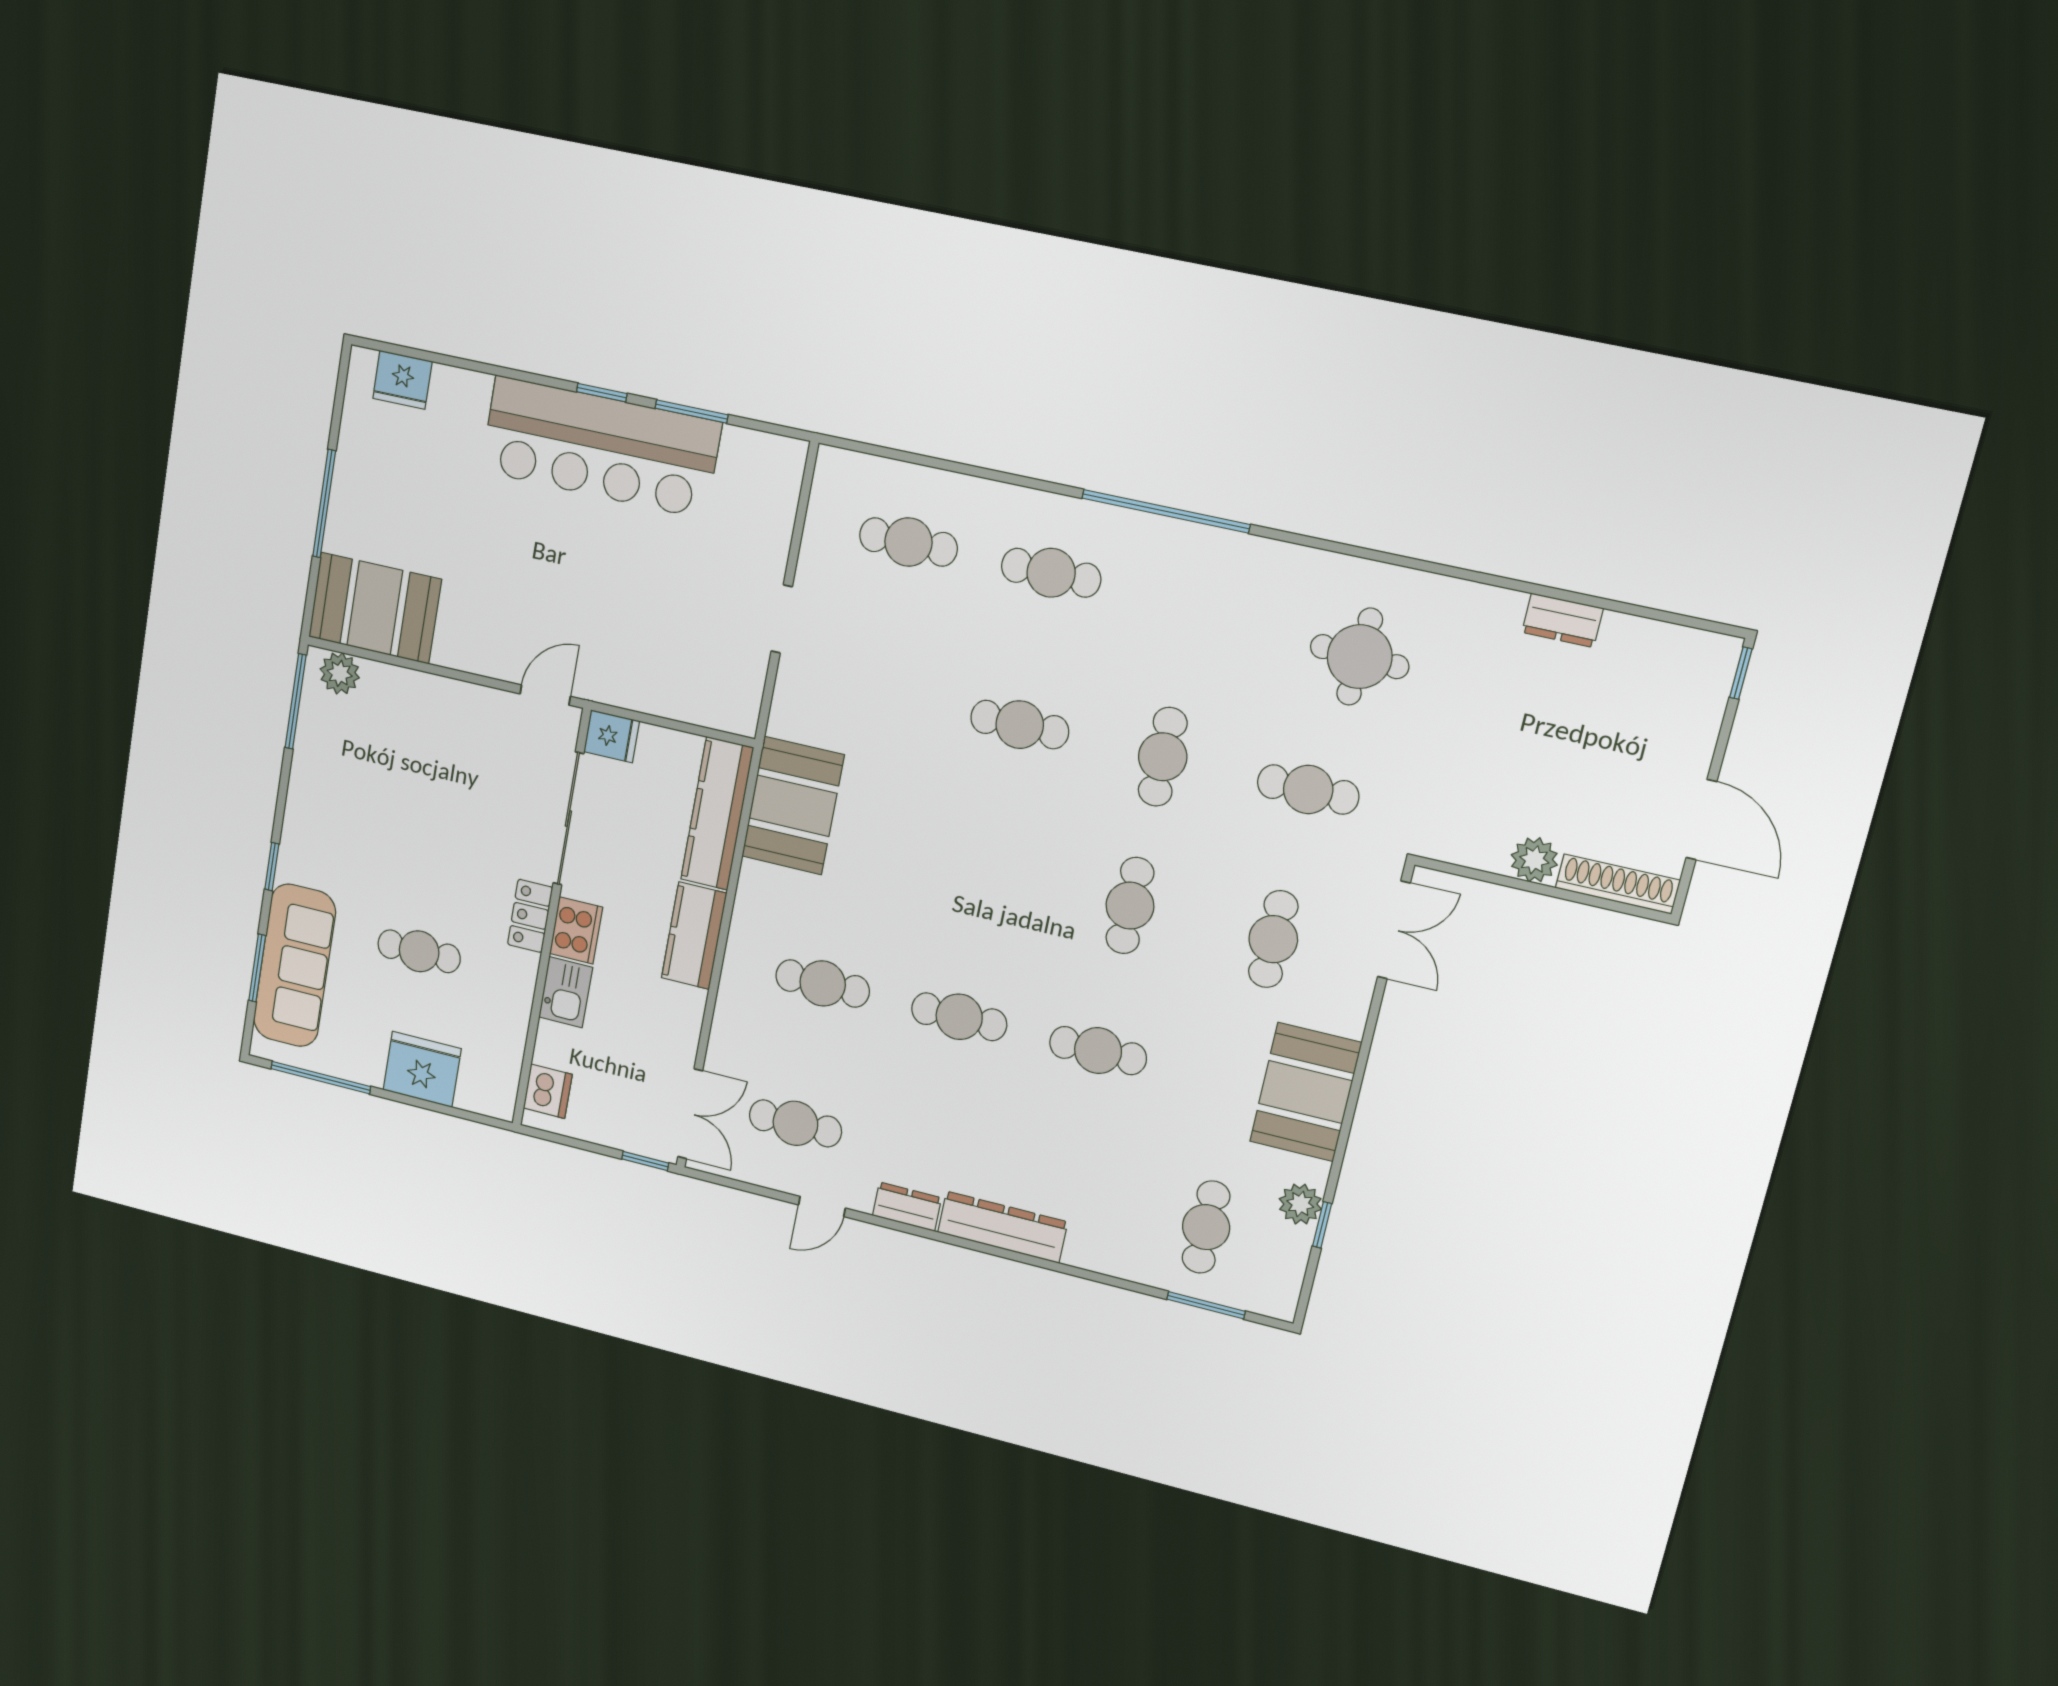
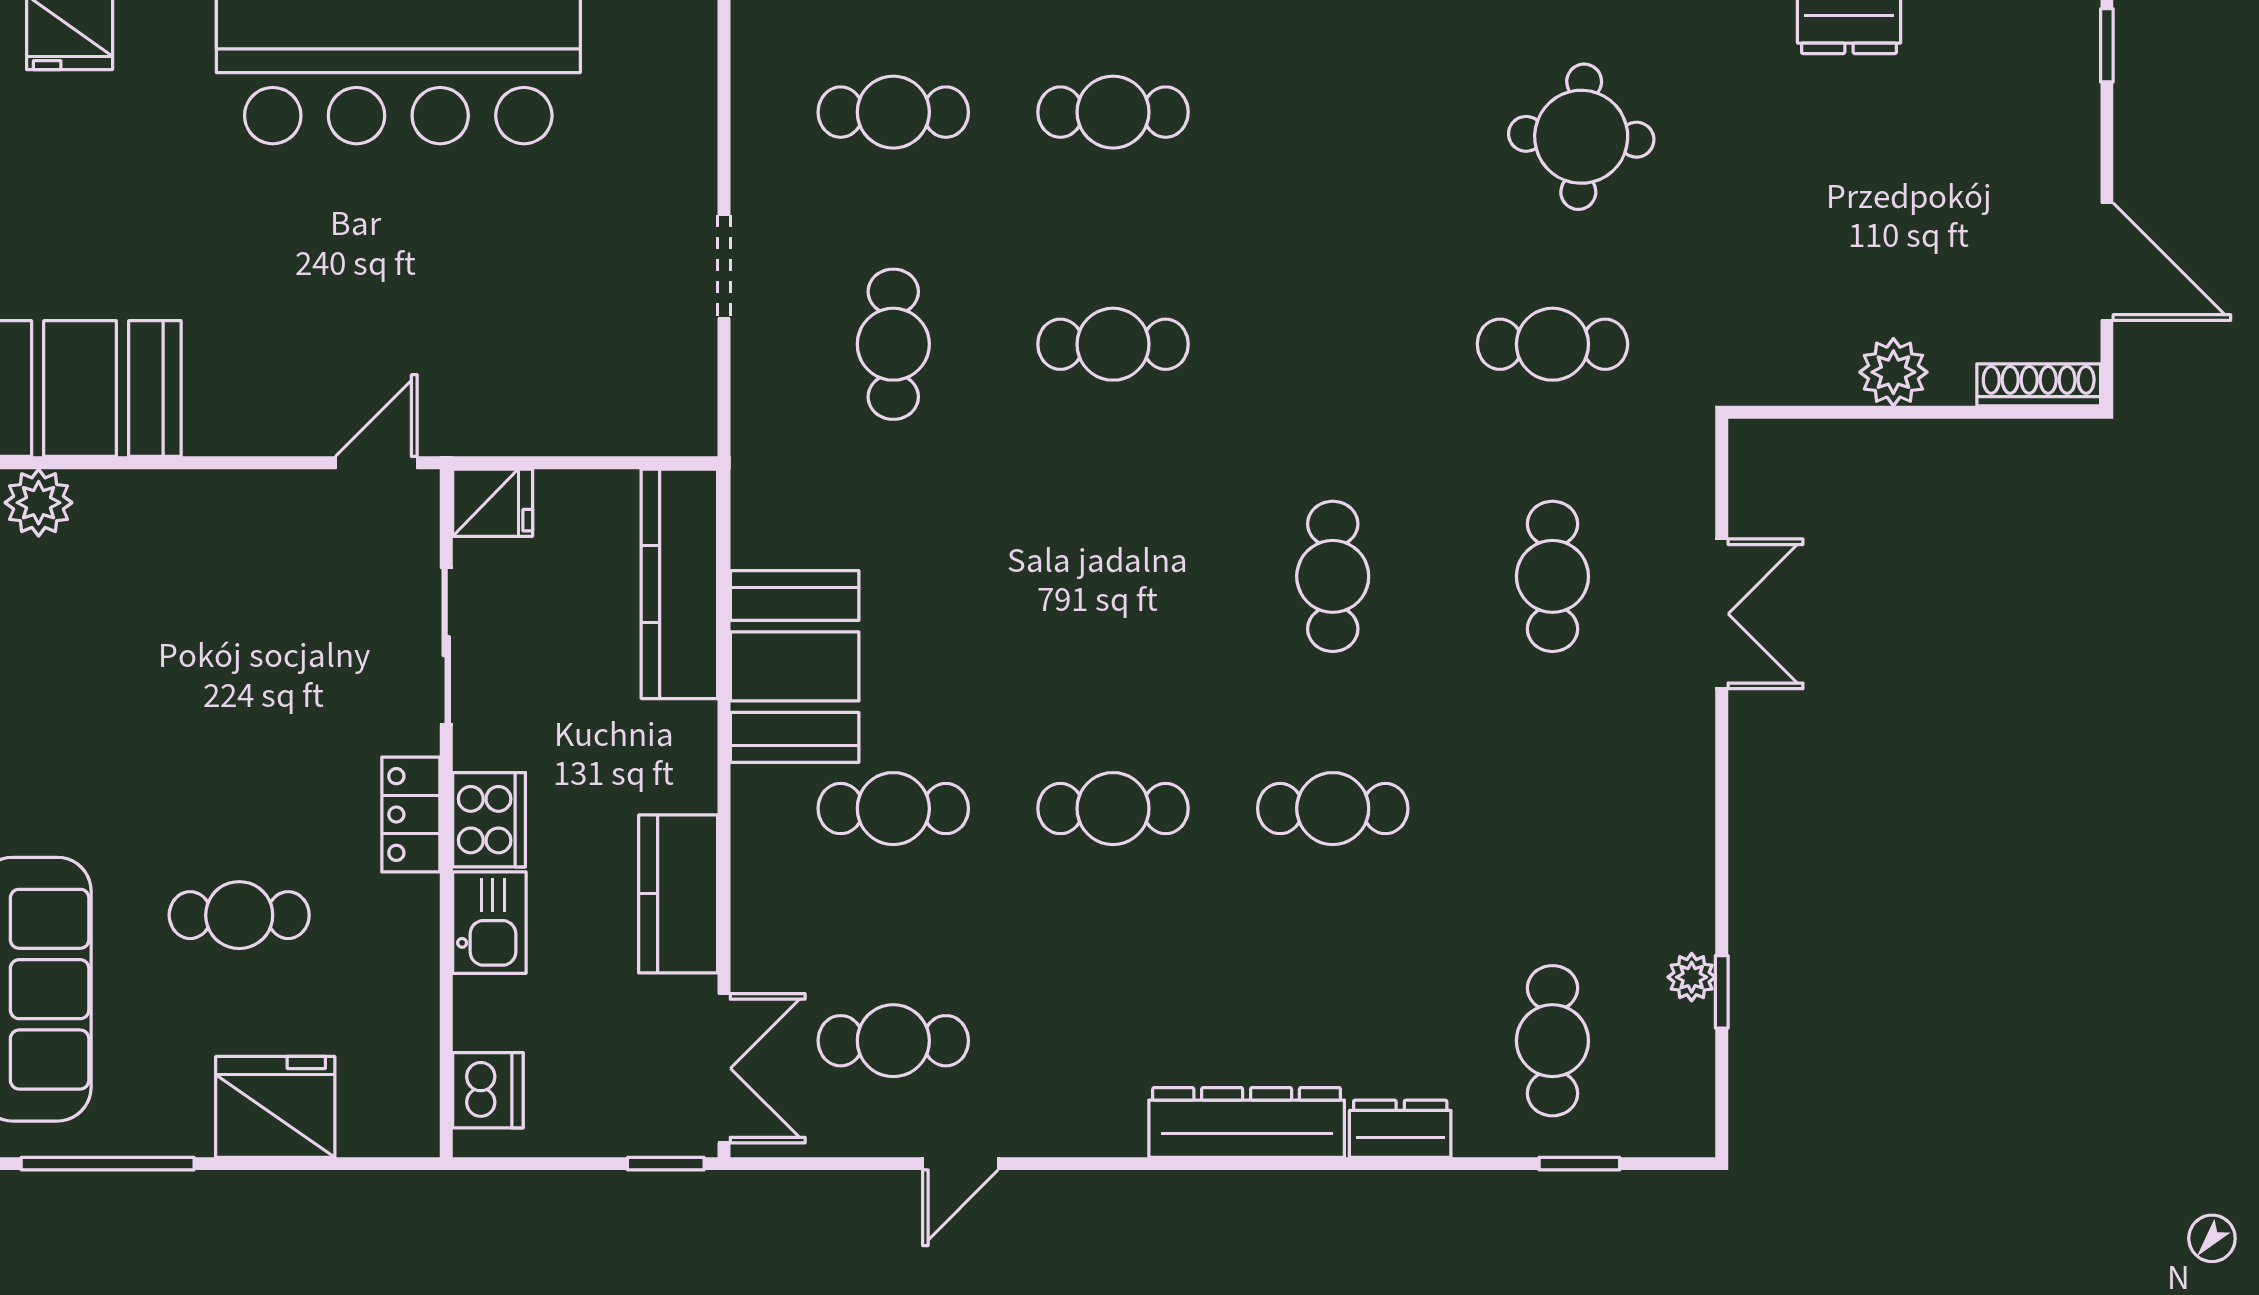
cafe table: (1163, 757) -> (893, 344), moved
booth: (793, 806) -> (795, 666), moved
sliding door: (568, 819) -> (446, 646), width x0.73
shoe rack: (1618, 884) -> (2039, 385), width x0.74, depth x0.81
double door: (1394, 930) -> (1722, 614), moved
kitchen counter: (694, 936) -> (678, 894), moved
booth: (1306, 1092) -> (1651, 795), removed
plant: (1300, 1204) -> (1692, 977), width x0.73, depth x0.73
dresser: (907, 1207) -> (1400, 1129), moved
window: (1206, 1305) -> (1579, 1164), width x0.67

